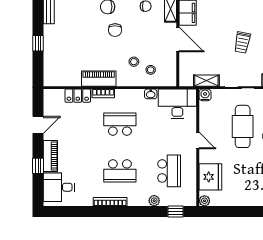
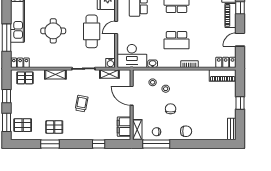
chair: (115, 30) -> (171, 109), moved
door: (178, 39) -> (132, 96), moved
piano: (99, 79) -> (223, 76), moved
locker: (78, 96) -> (226, 62), moved
cafe table: (243, 126) -> (92, 31), moved
door: (198, 140) -> (116, 28), hinge flipped

